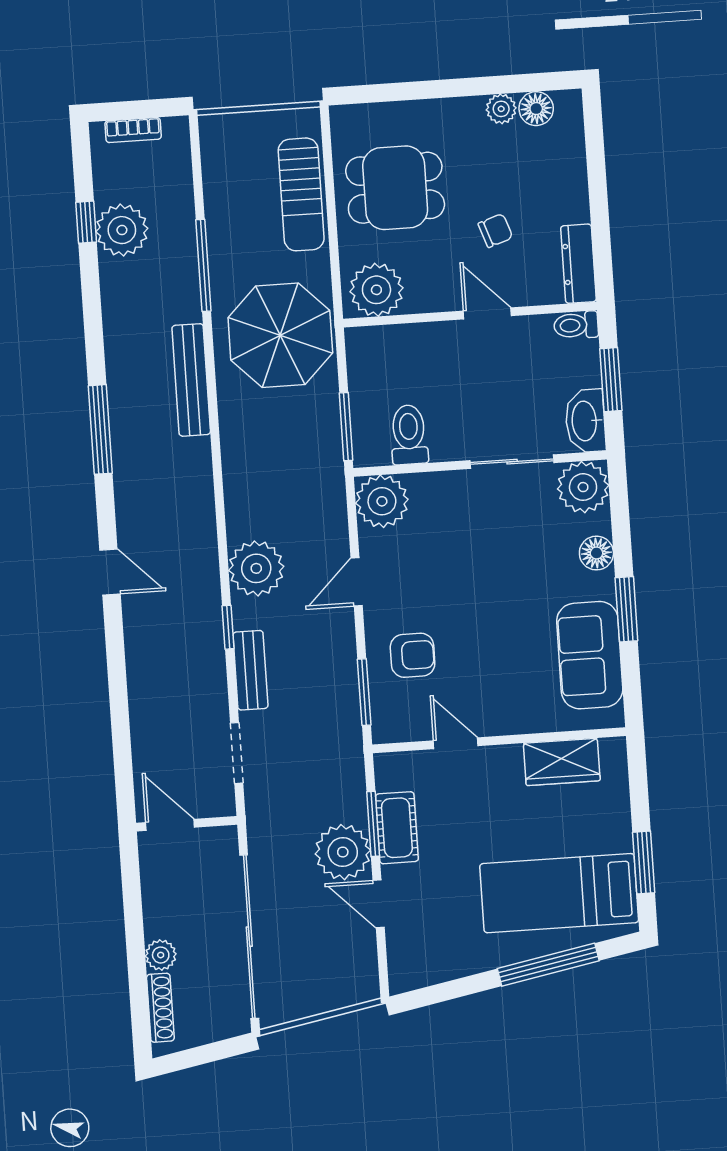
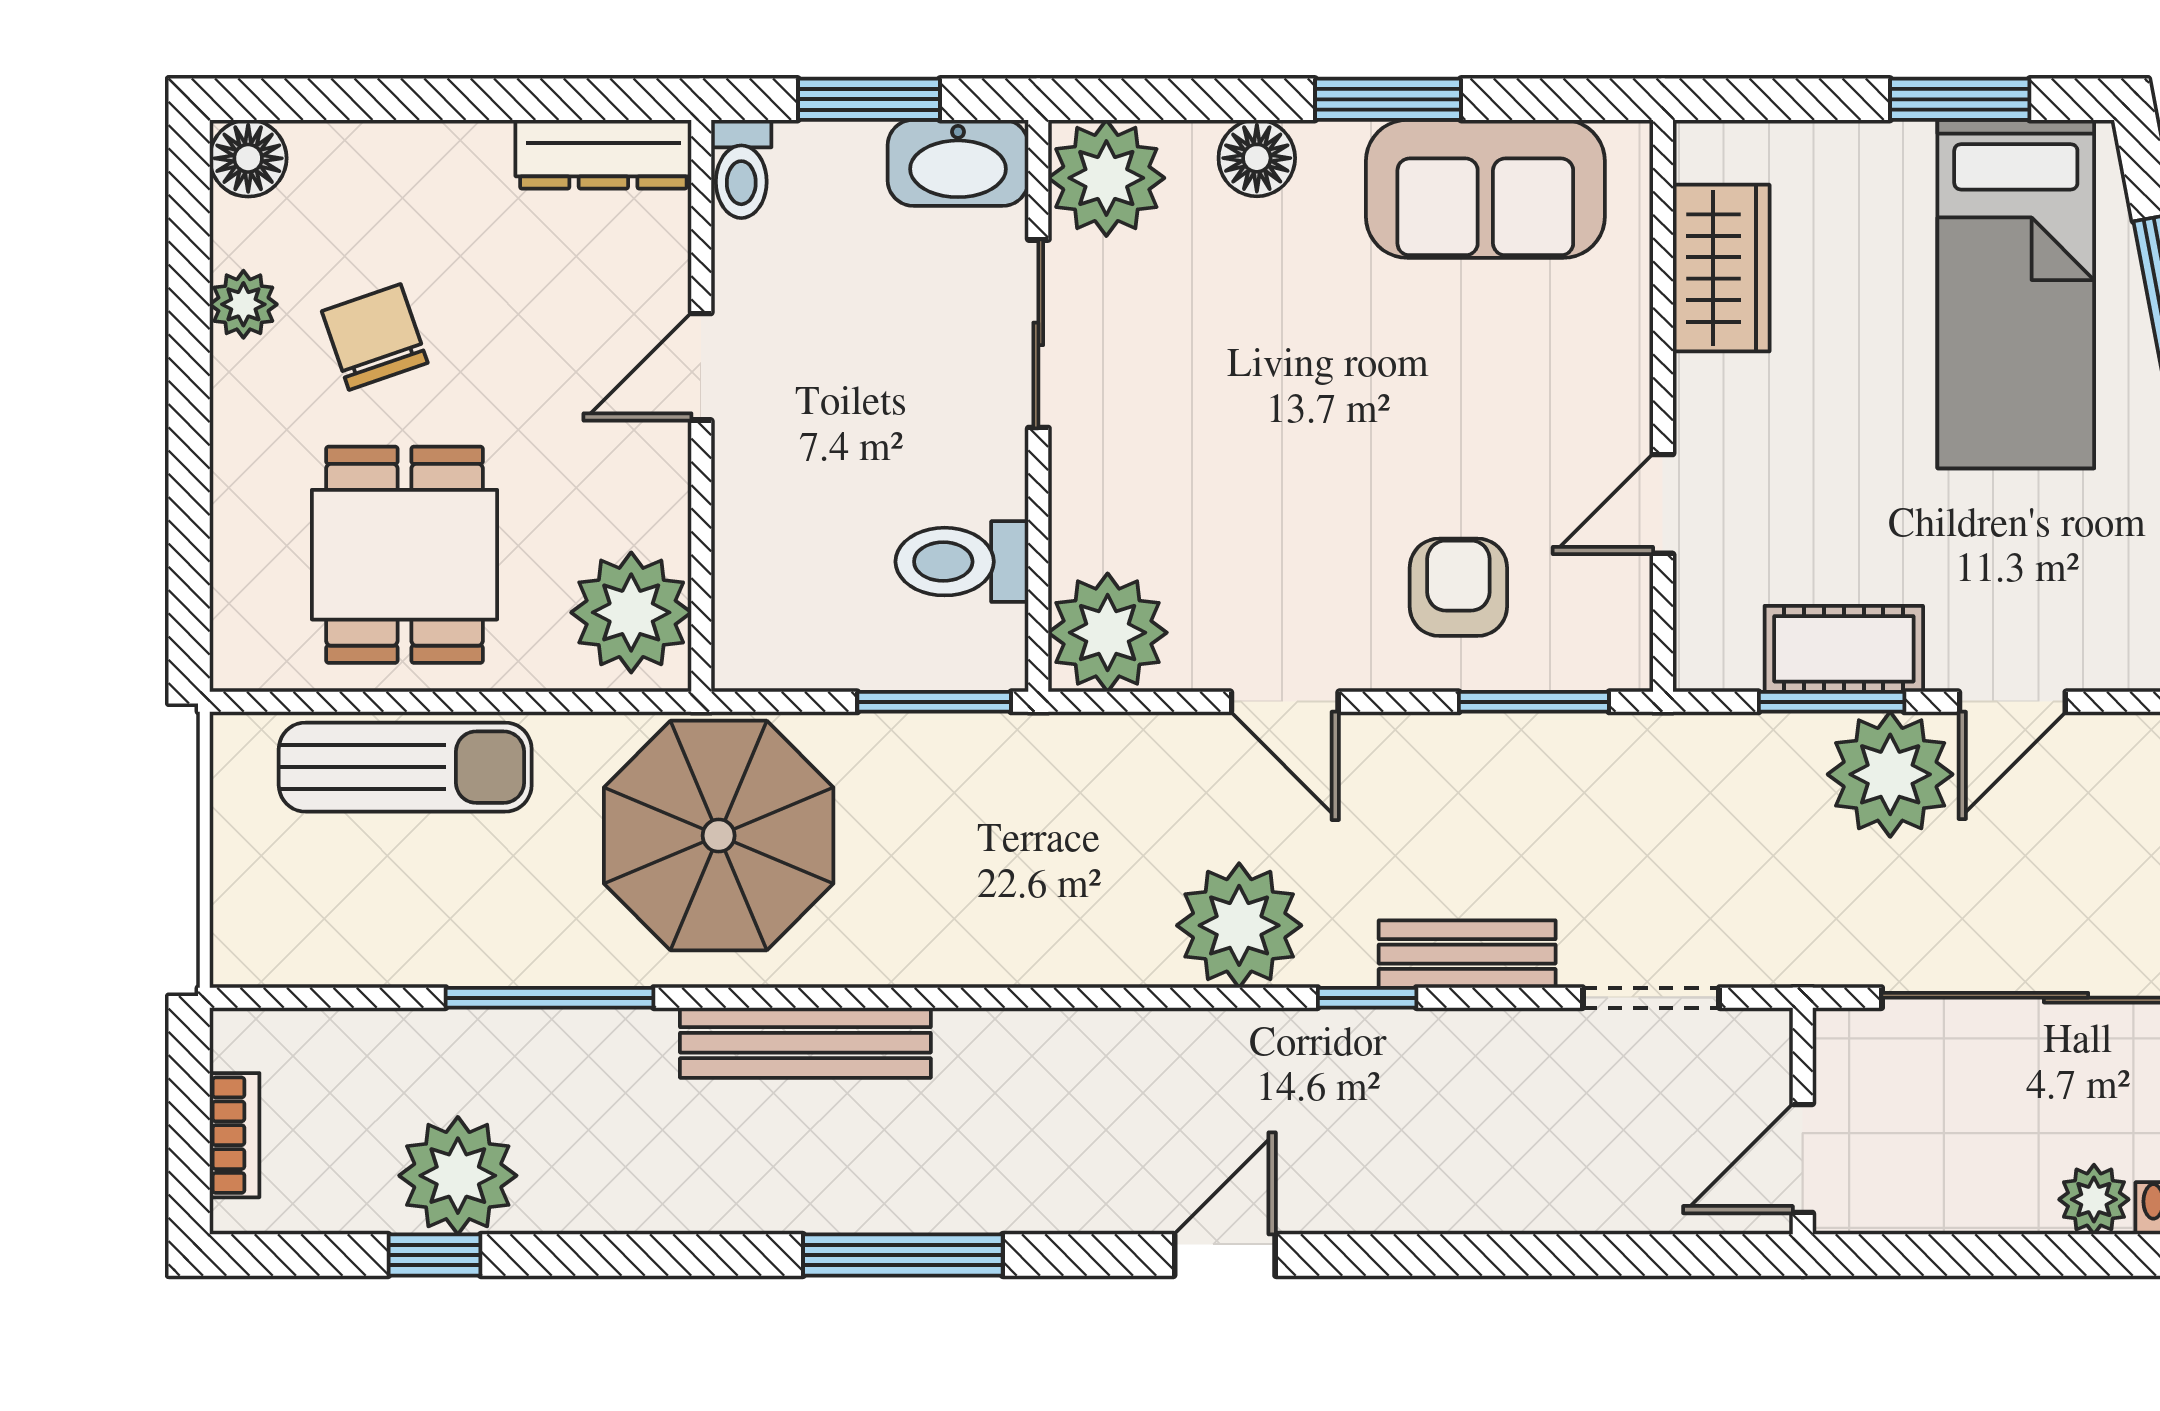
floor lamp: (536, 109) -> (248, 158), moved
chair: (495, 230) -> (375, 337), moved, width x1.37, depth x1.37

